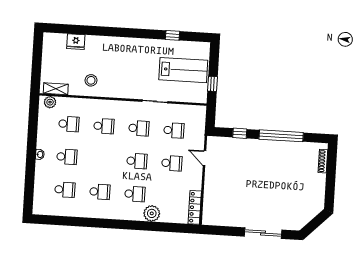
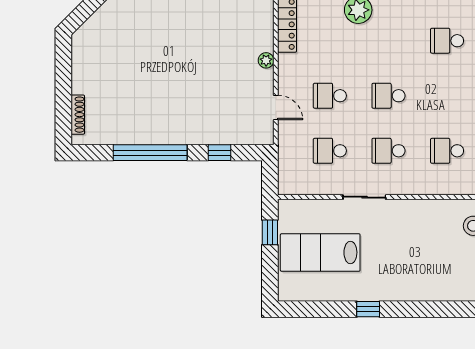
window: (173, 35) -> (368, 309), moved
plant: (209, 187) -> (266, 60), added
school desk: (135, 194) -> (388, 41), removed

